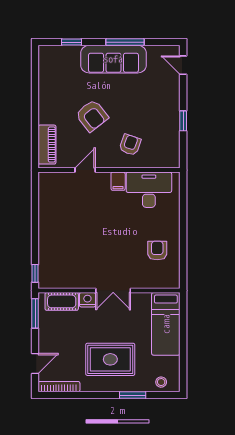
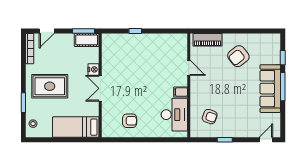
window: (125, 42) -> (283, 87), moved
armchair: (92, 116) -> (238, 56), moved
armchair: (130, 145) -> (210, 117), moved
window: (35, 273) -> (135, 31), moved
cot: (62, 301) -> (87, 40), moved, turned 90
rug: (110, 359) -> (50, 86), turned 90
door: (35, 363) -> (47, 31), hinge flipped

